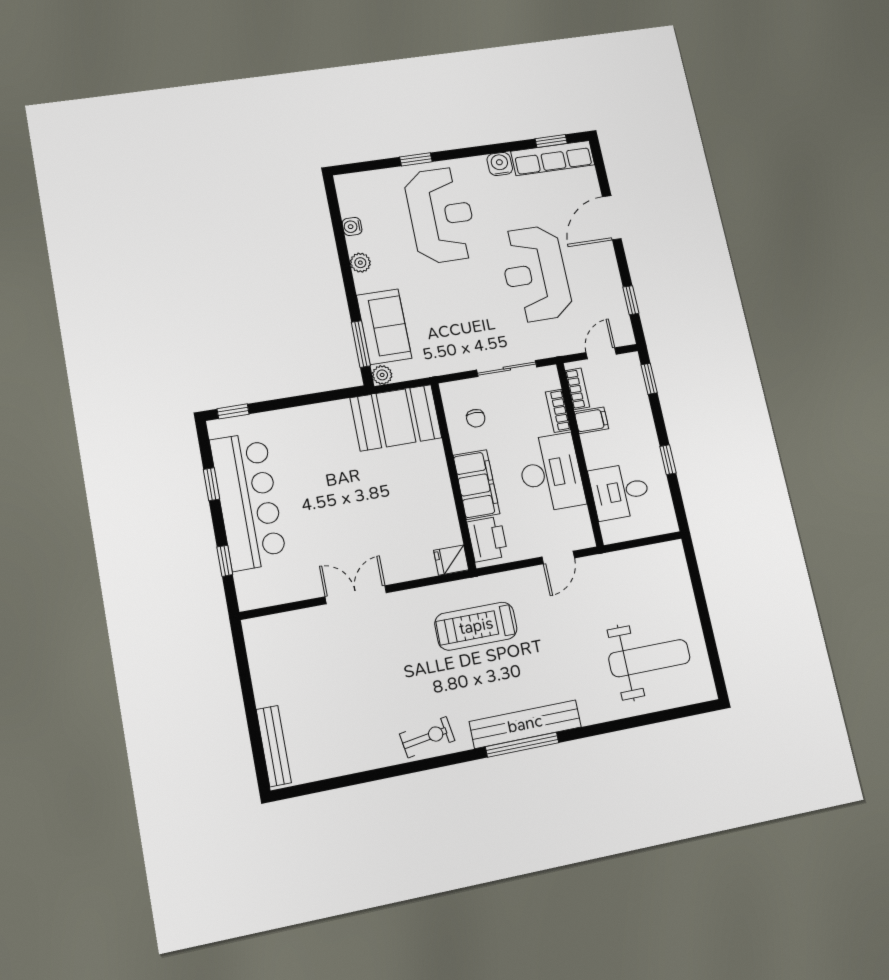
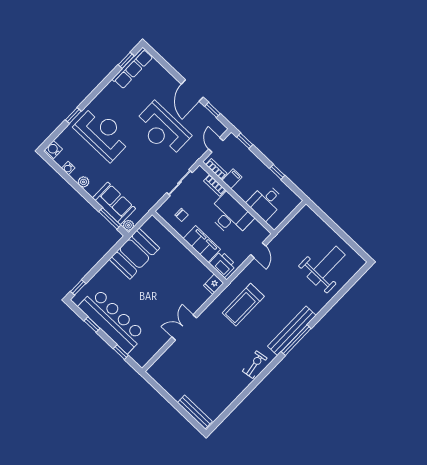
water cooler: (500, 164) -> (53, 149), moved
door: (612, 218) -> (192, 91), moved
booth: (396, 418) -> (134, 254), moved

